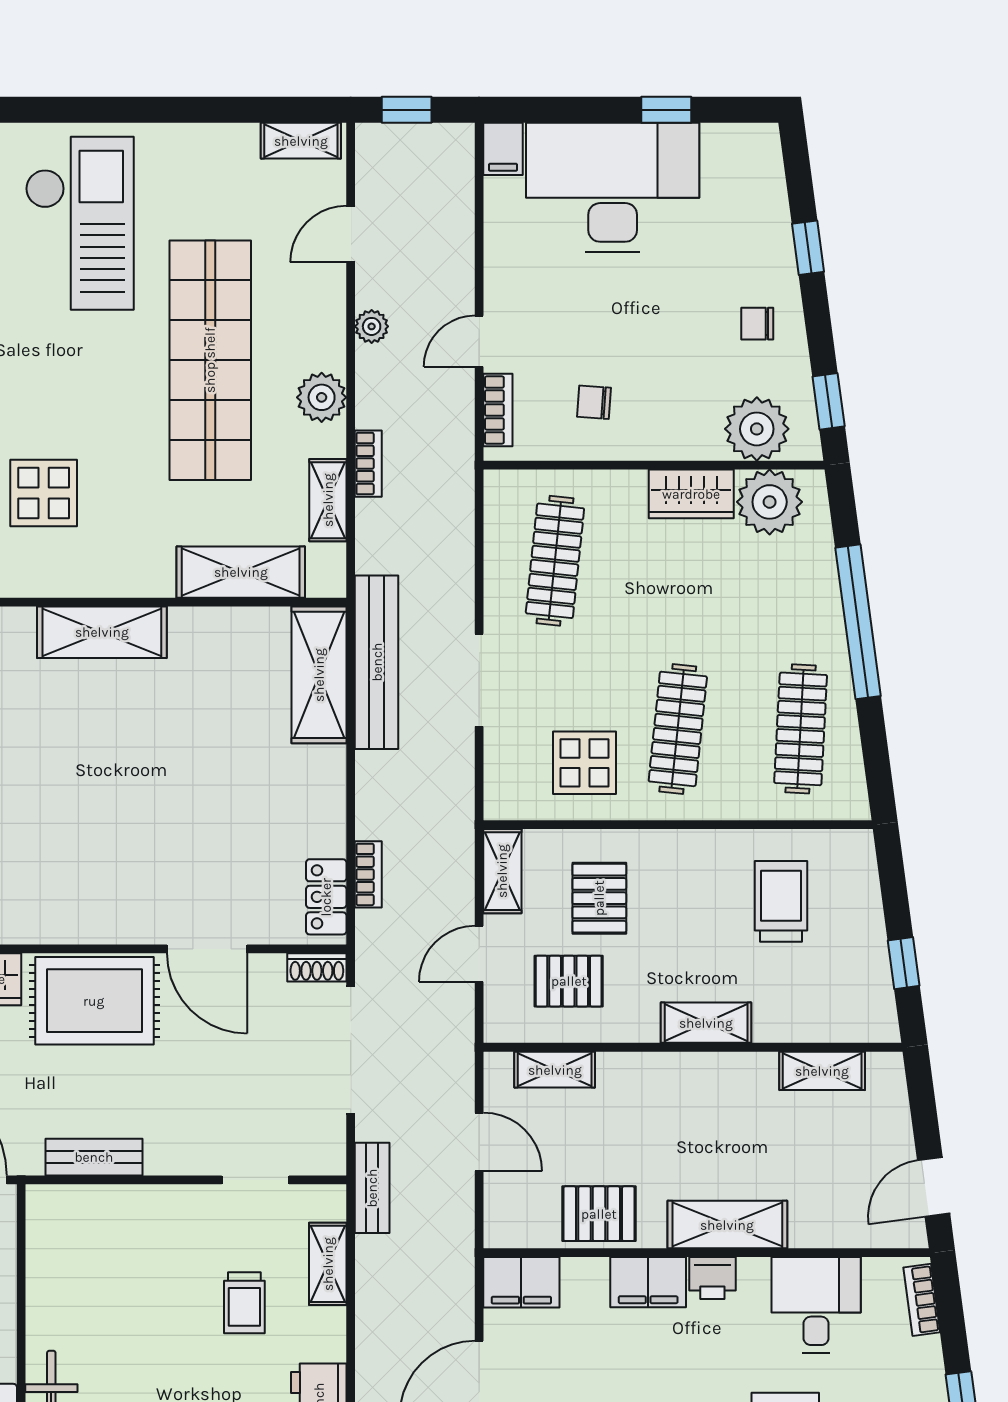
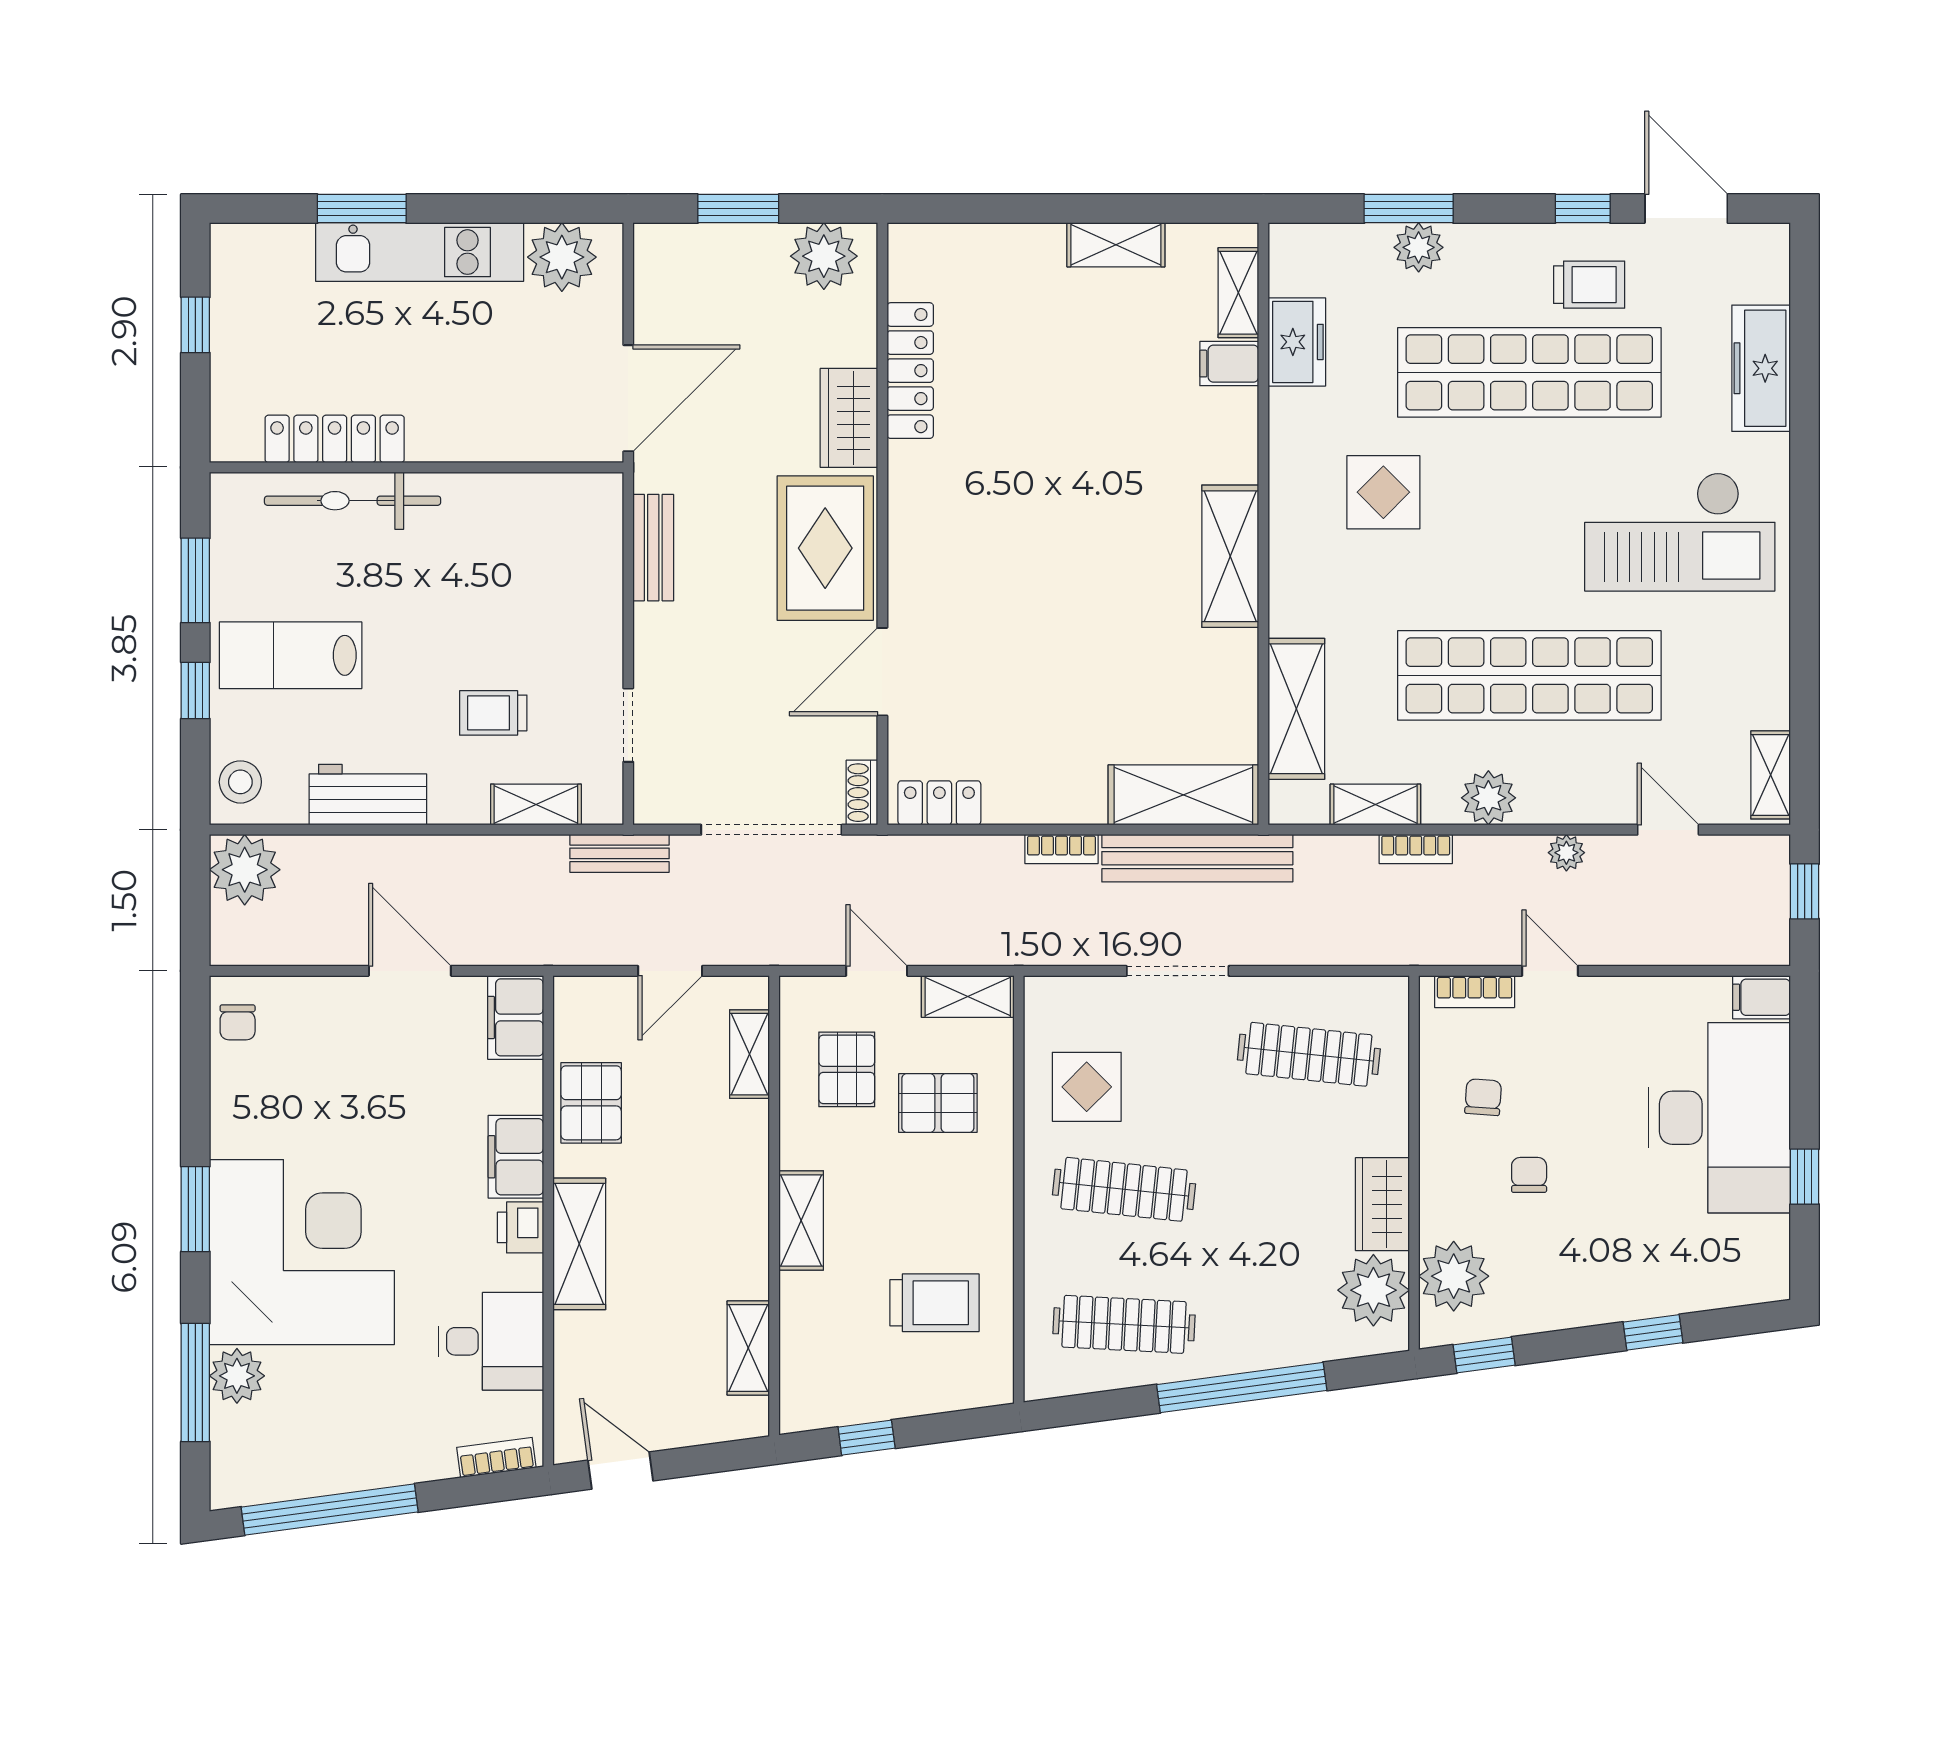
chair: (757, 324) -> (1529, 1175), moved
bookcase: (368, 874) -> (1061, 849), moved

